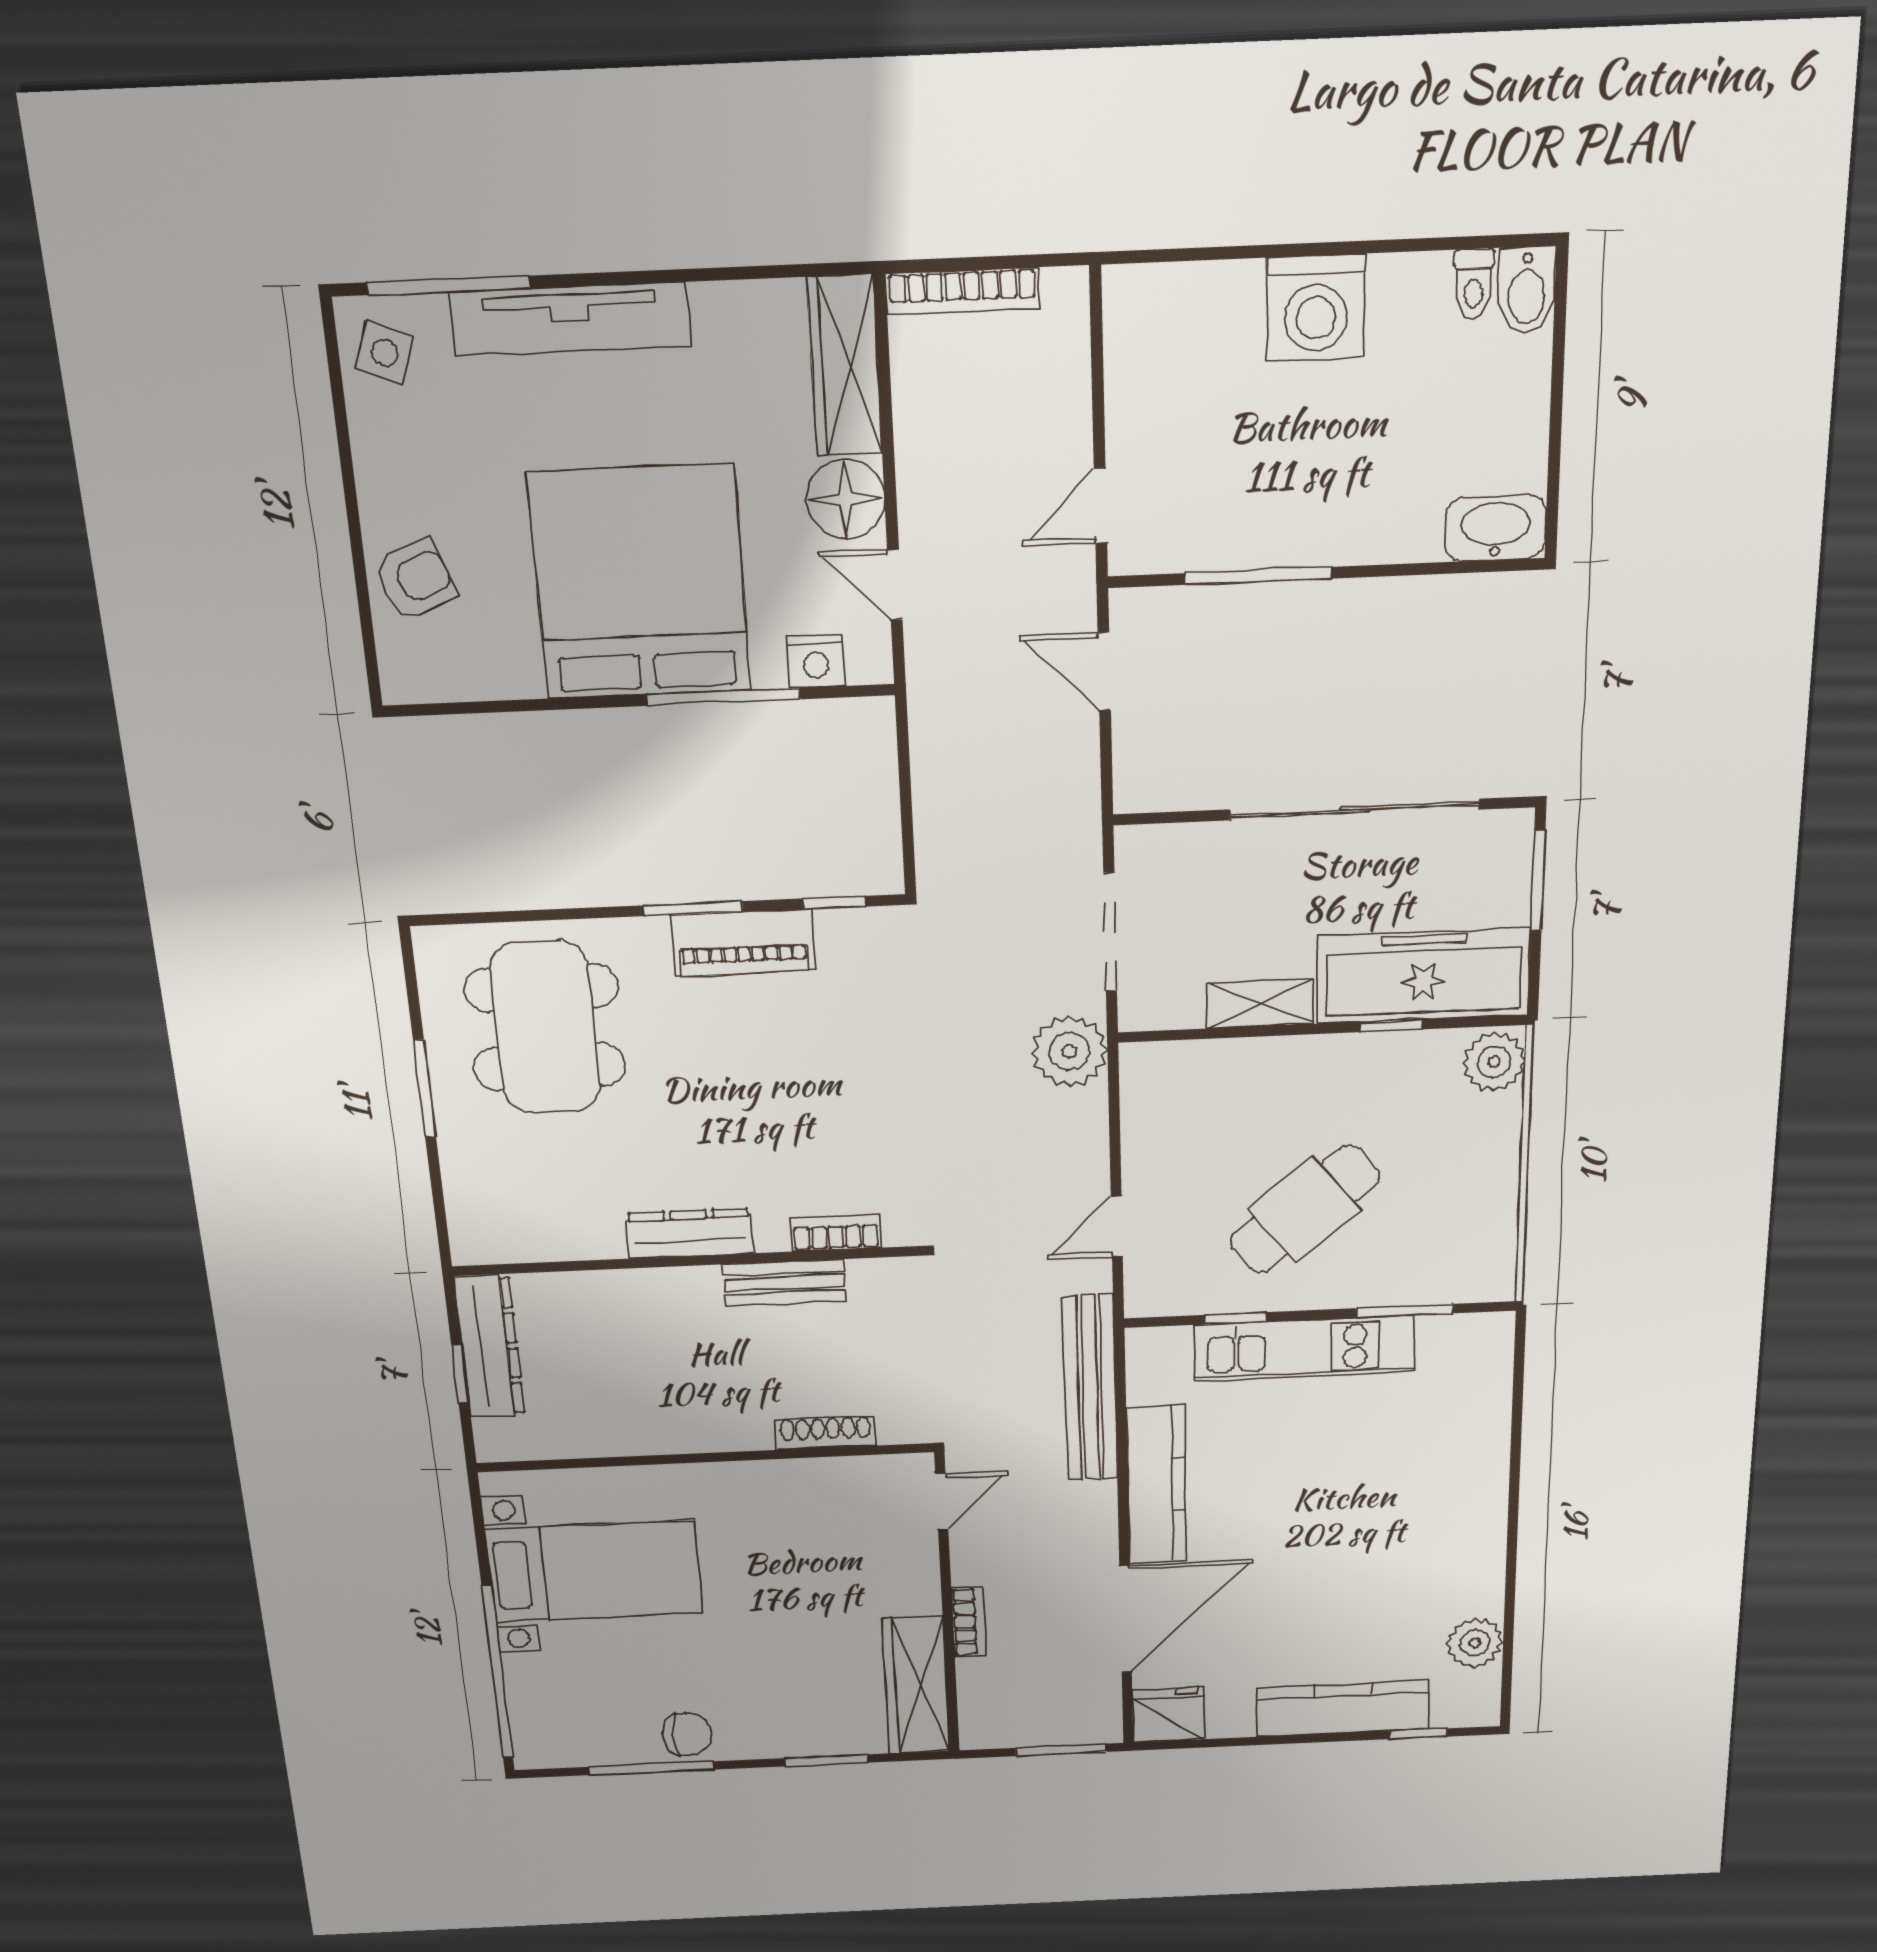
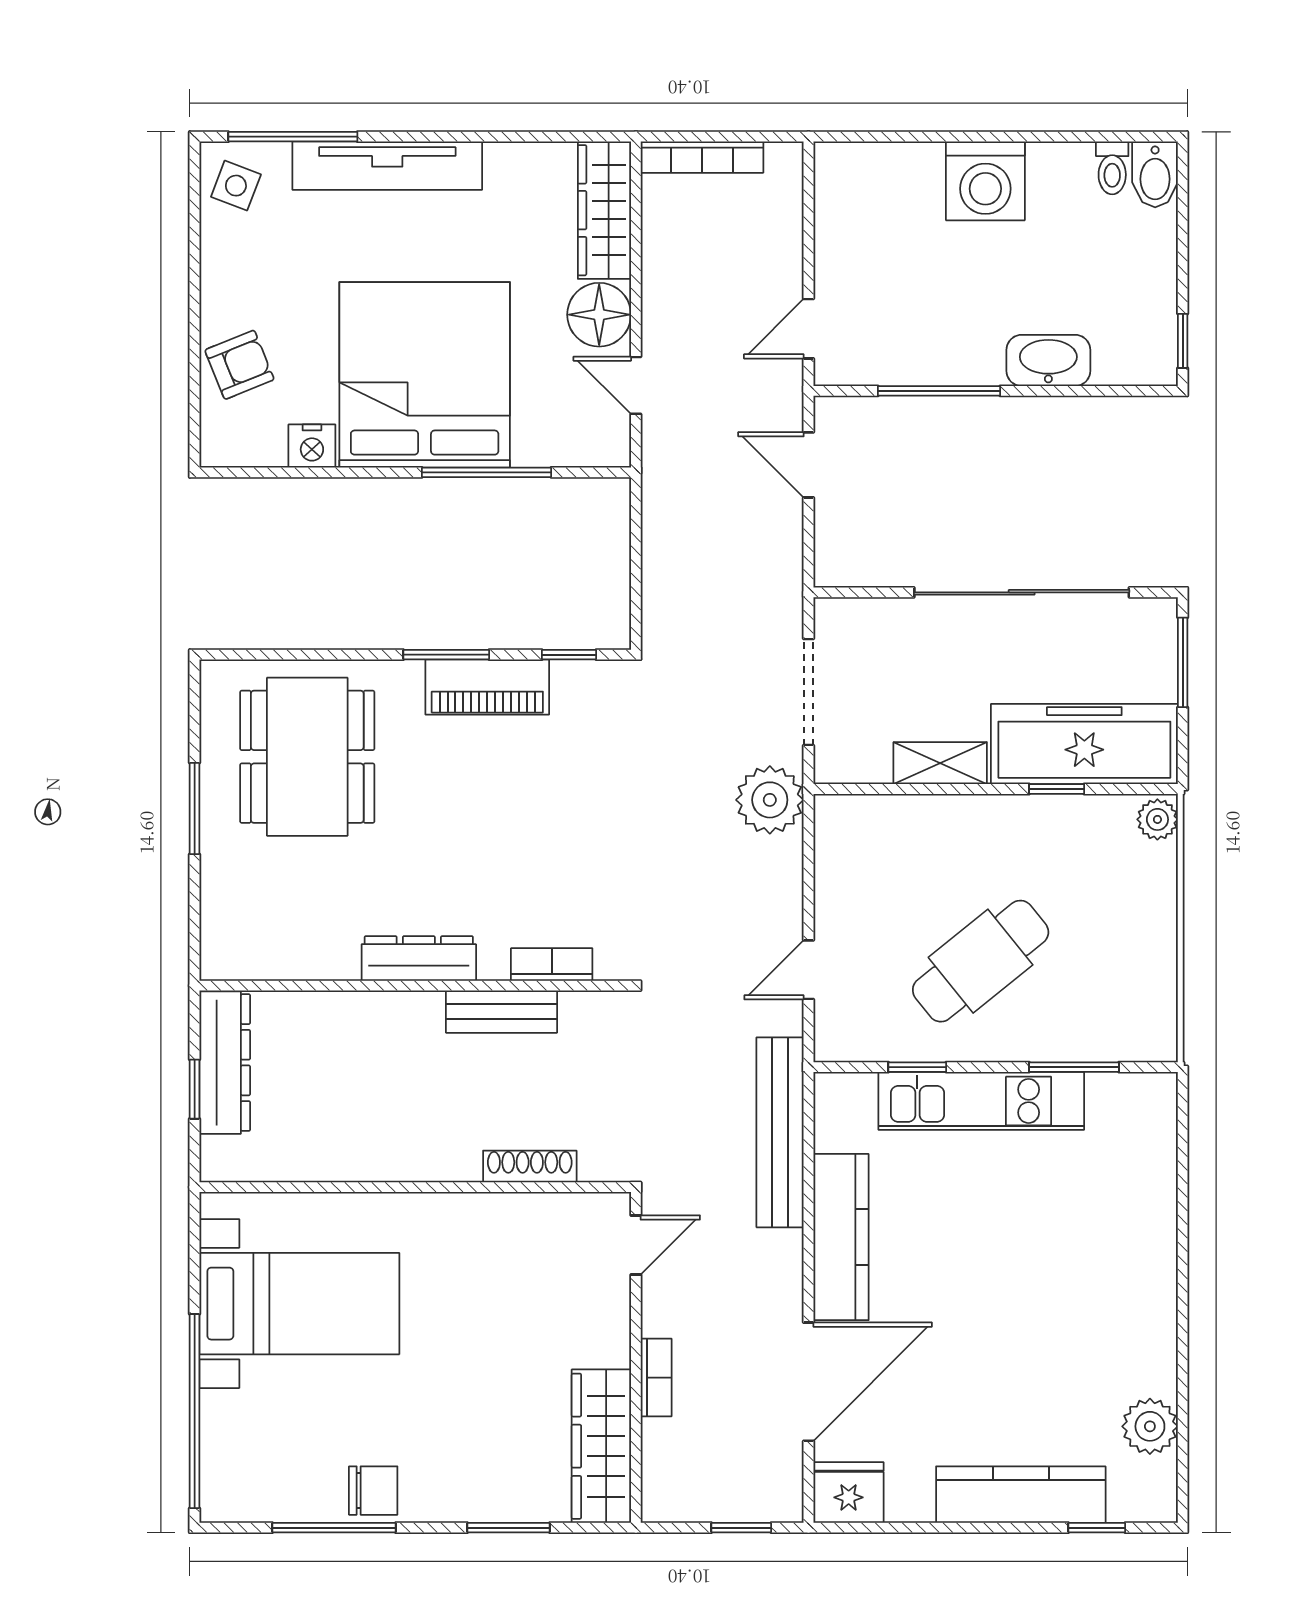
window: (1553, 502) -> (1183, 341), added
washbasin: (1495, 528) -> (1048, 360), moved
nightstand: (816, 661) -> (312, 446), moved
plant: (1494, 1062) -> (1157, 819), width x0.73, depth x0.73
window: (1061, 1750) -> (741, 1528), width x0.67

